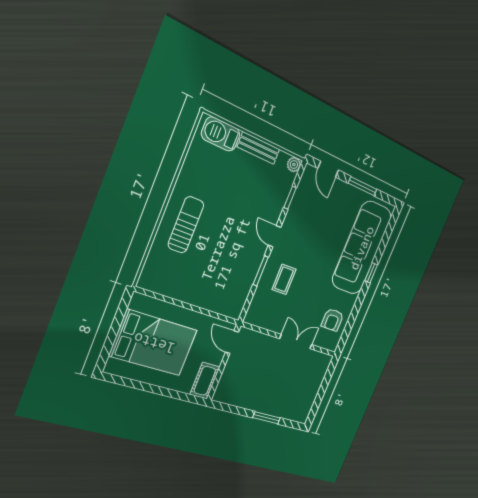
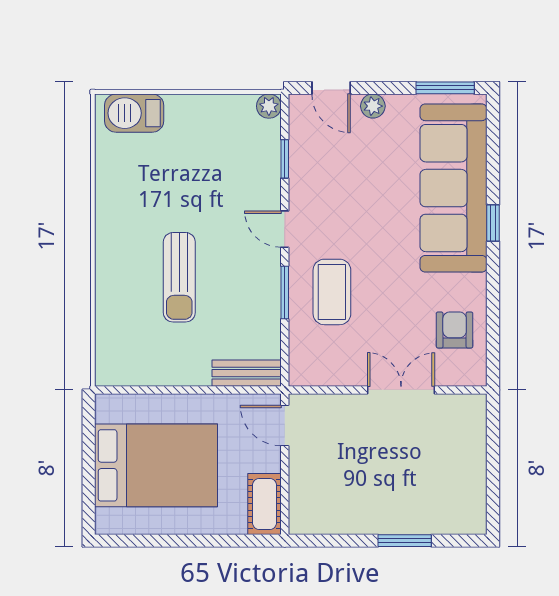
bench: (258, 148) -> (247, 373), moved
window: (363, 186) -> (445, 88), moved
plant: (344, 189) -> (373, 106), added
sun lounger: (186, 225) -> (179, 277), moved, turned 180
coffee table: (284, 279) -> (332, 292), width x1.36, depth x1.30
armchair: (332, 320) -> (455, 330), turned 180

